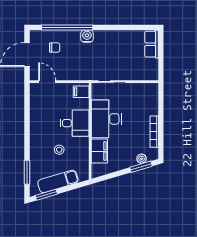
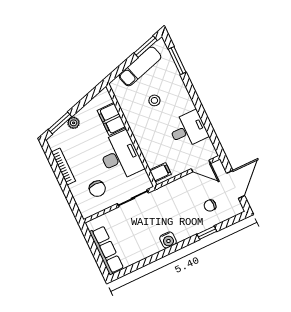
window: (67, 27) -> (207, 233), width x0.32
water cooler: (87, 36) -> (168, 240), moved
row of seats: (152, 44) -> (106, 250), width x1.48
chair: (136, 102) -> (97, 189), added
desk: (75, 123) -> (188, 130), moved, turned 180
plant: (142, 159) -> (74, 123), moved

